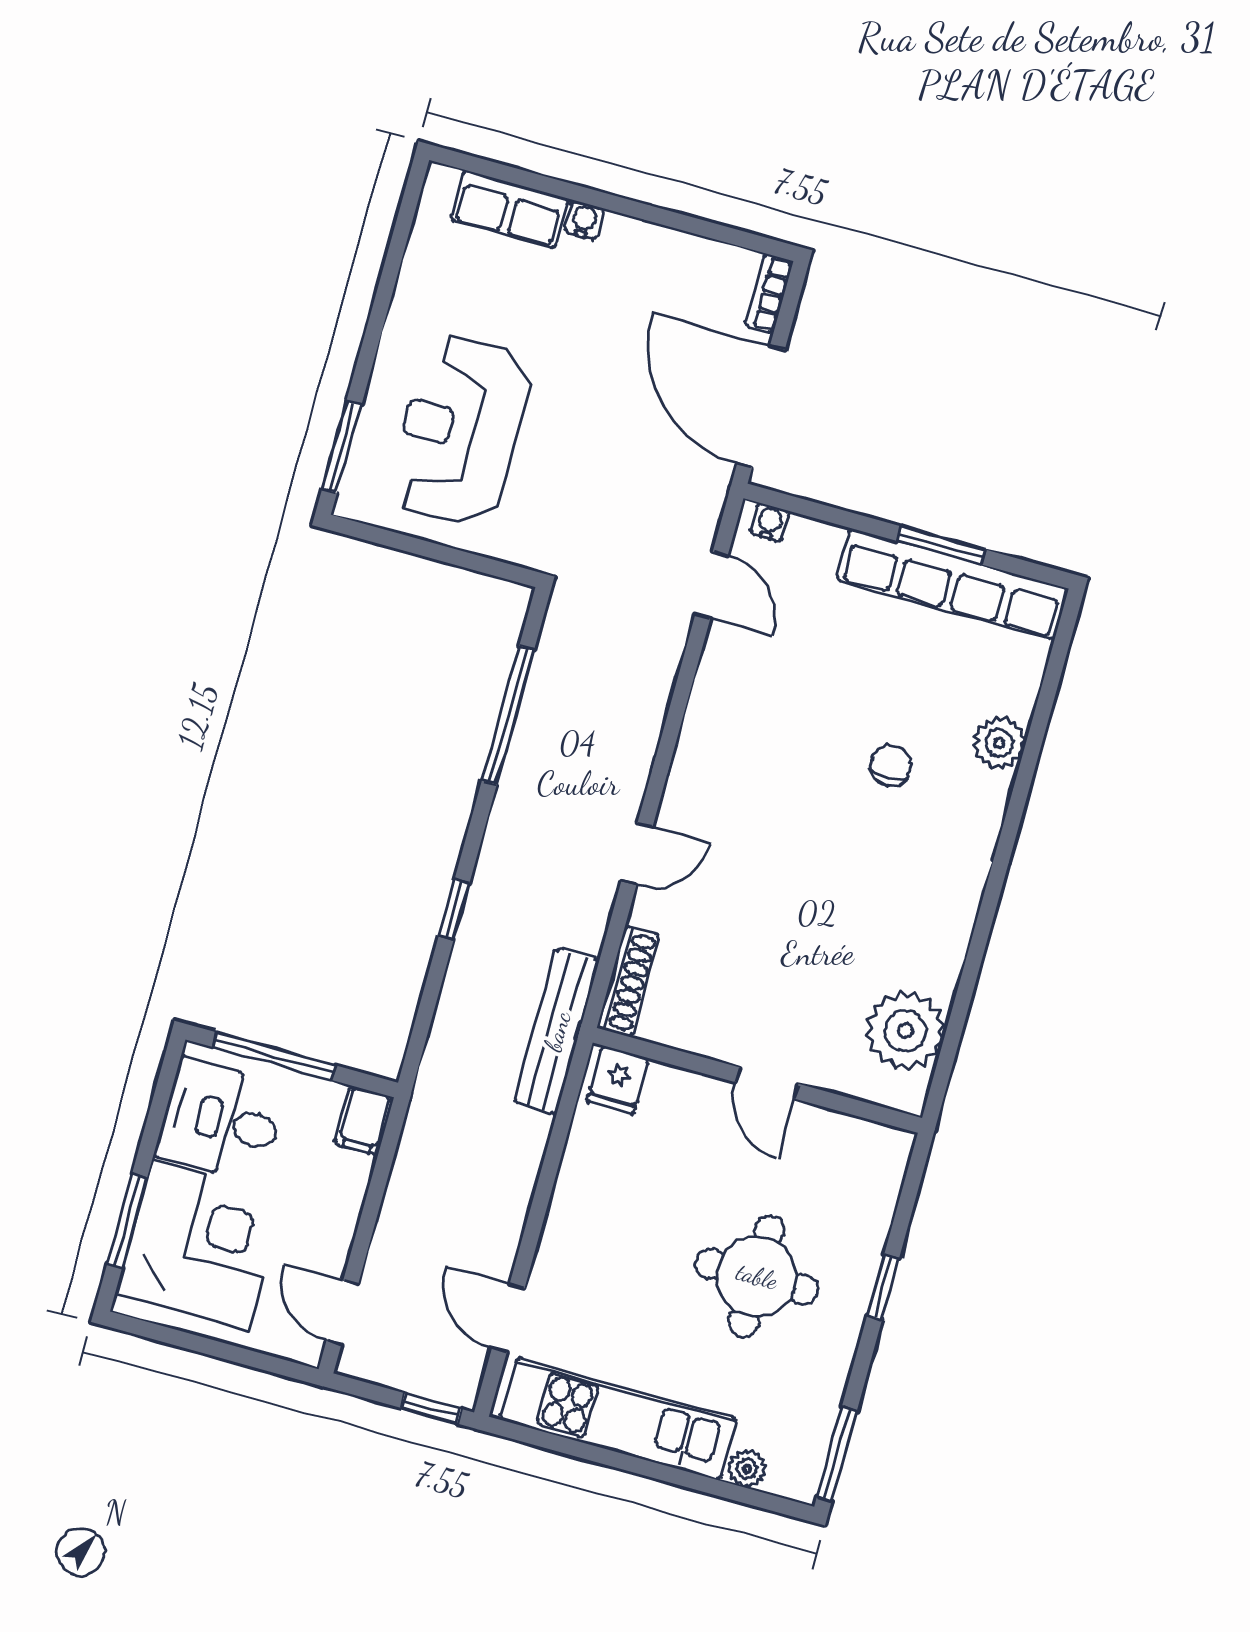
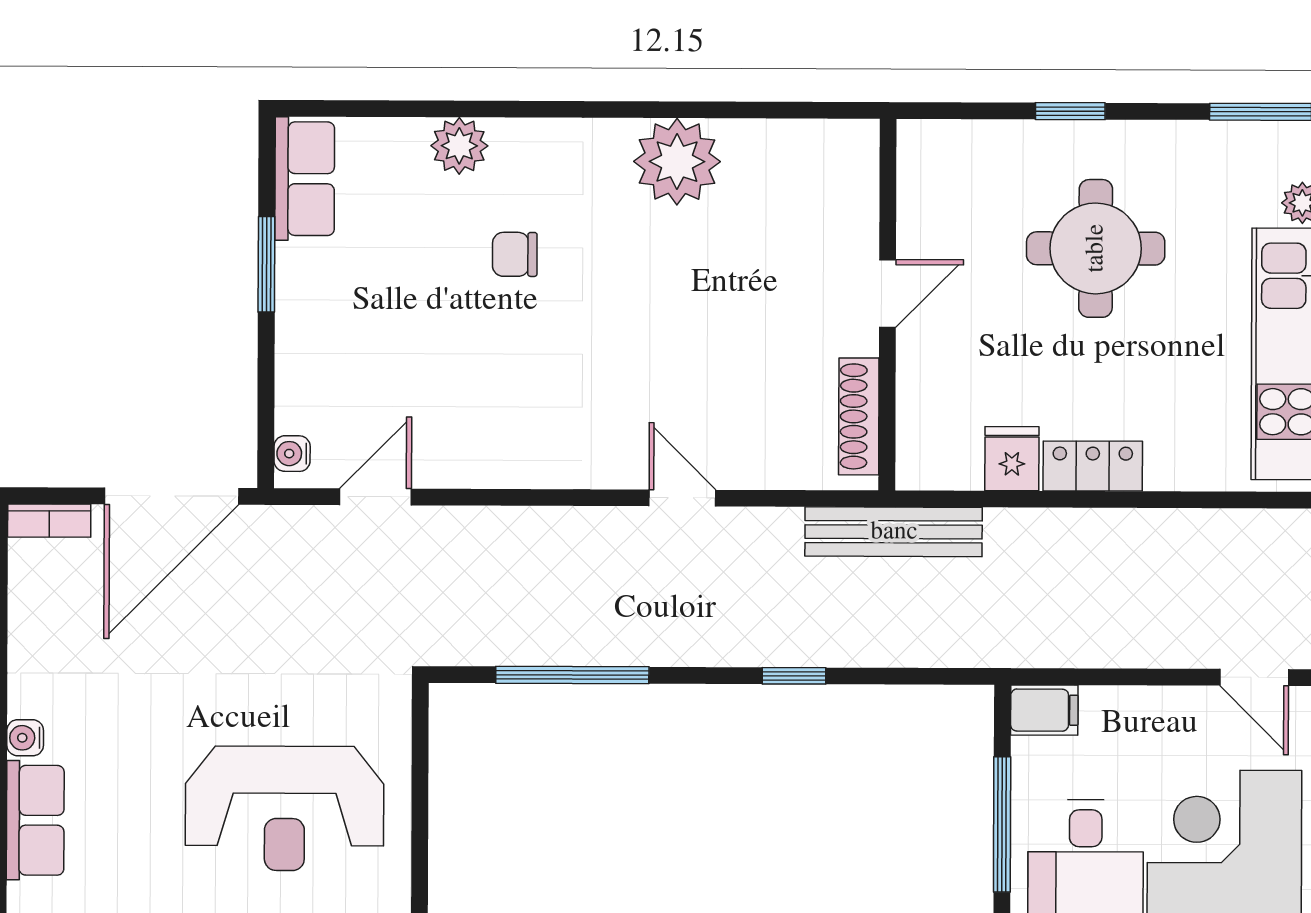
row of seats: (952, 584) -> (305, 179), width x0.50
shoe rack: (628, 981) -> (859, 416), moved, turned -90
plant: (905, 1031) -> (677, 162), moved
fridge: (618, 1080) -> (1012, 459), moved, turned -90
locker: (566, 1222) -> (1093, 466), added
door: (342, 1313) -> (1254, 677), hinge flipped
door: (508, 1318) -> (1212, 500), removed

